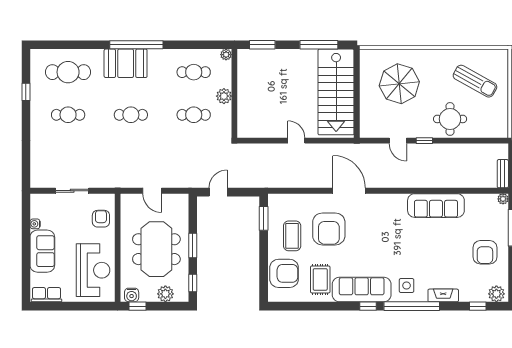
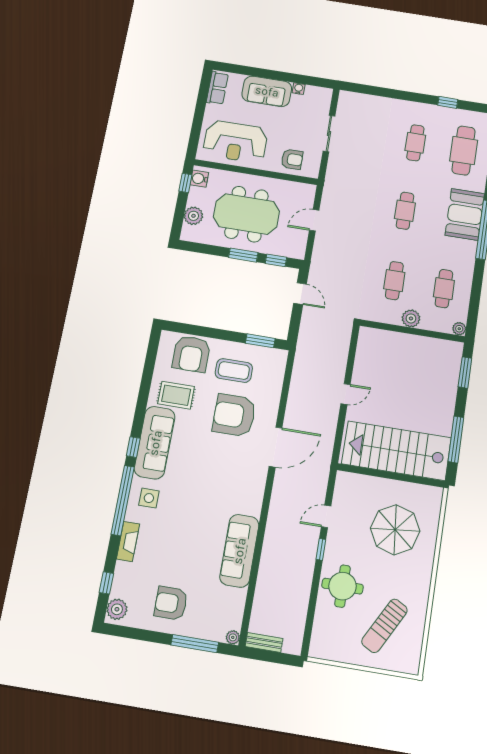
window: (193, 283) -> (276, 260), moved

